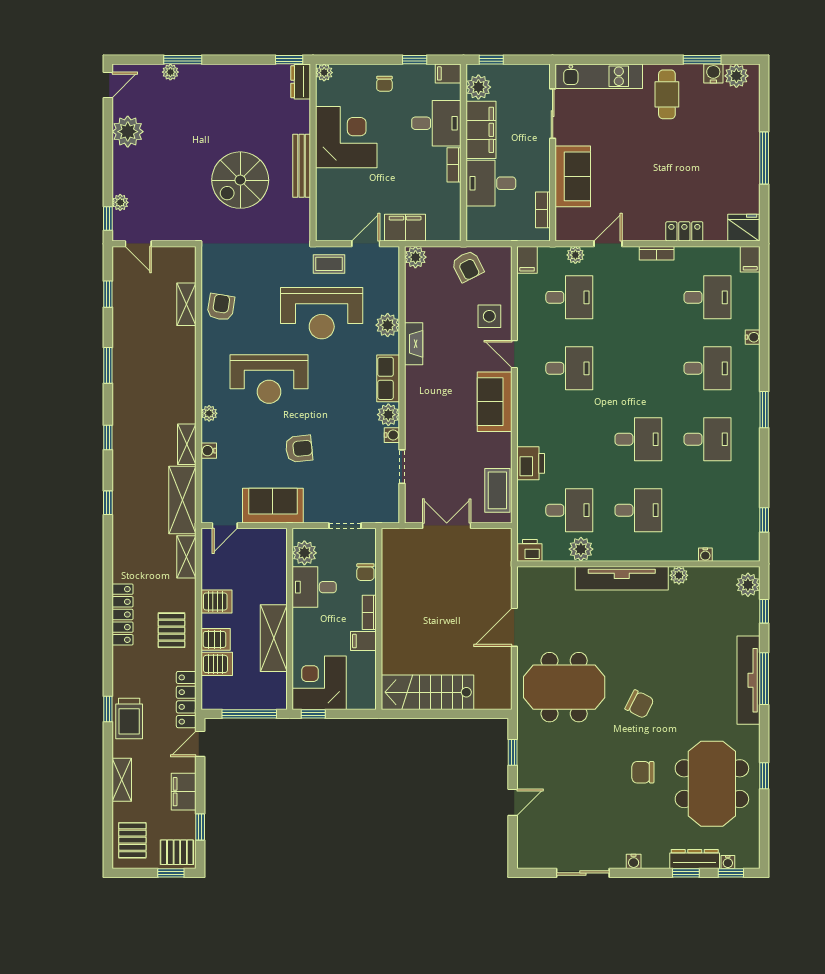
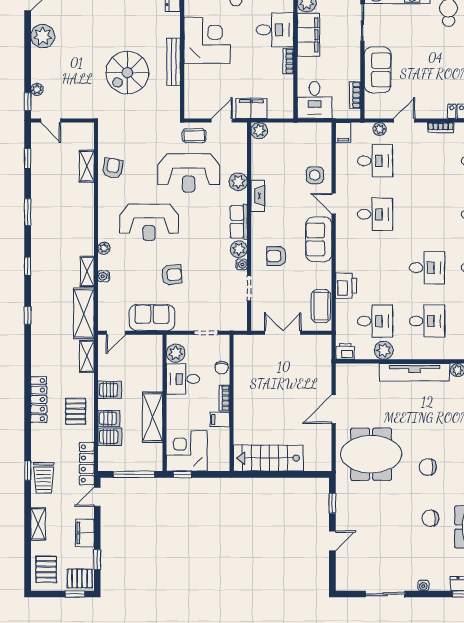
desk: (491, 183) -> (315, 100), moved, turned -90
armchair: (468, 266) -> (276, 256), moved, turned 117
chair: (639, 704) -> (428, 467), turned 153

